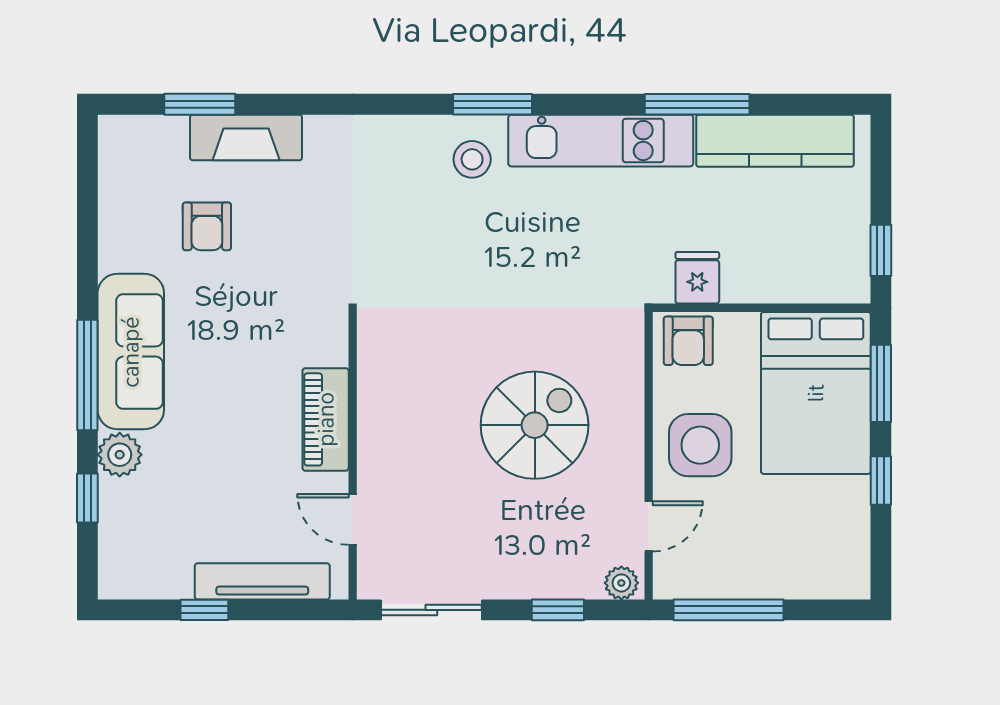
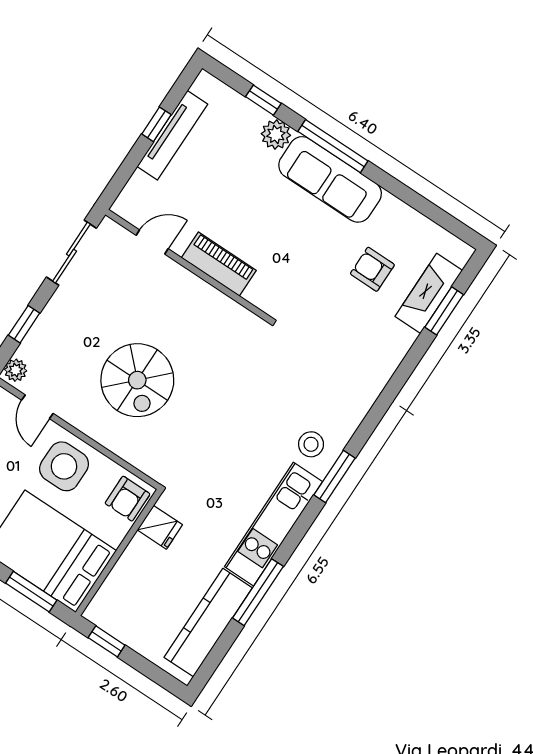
fireplace: (246, 137) -> (429, 293), moved
armchair: (688, 341) -> (128, 499), turned -90
tv unit: (262, 581) -> (172, 135), moved

